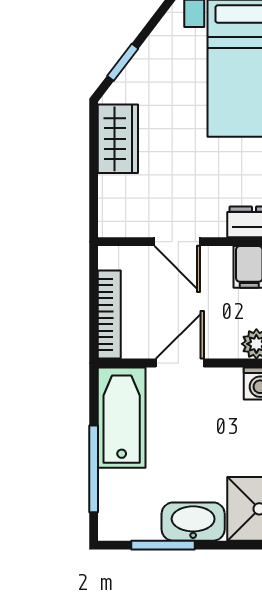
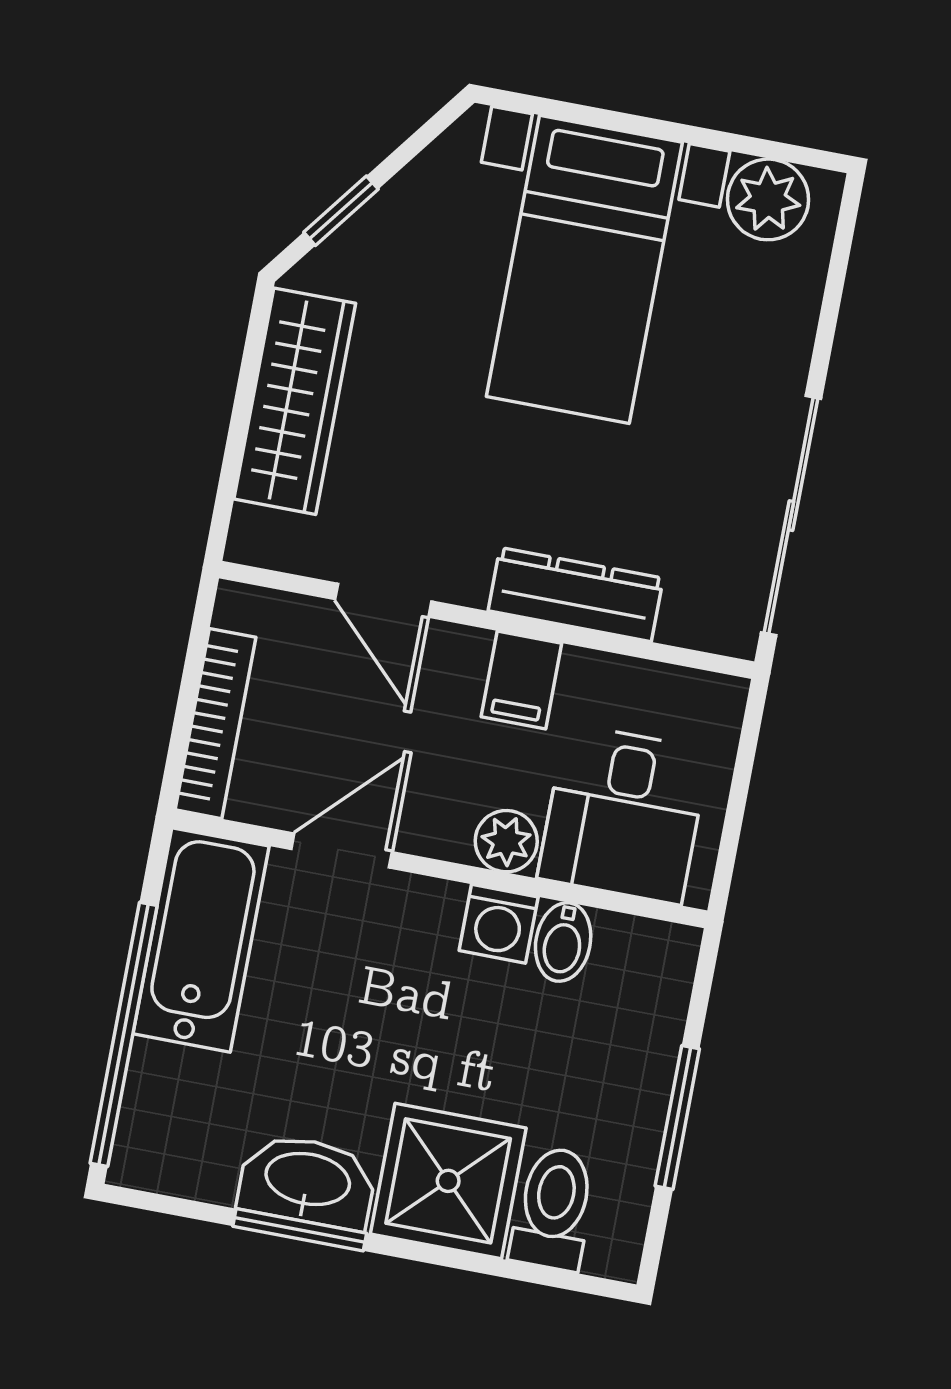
wardrobe: (118, 139) -> (295, 401), width x1.50
window: (94, 469) -> (124, 1034), width x1.46
window: (163, 545) -> (300, 1230), moved

